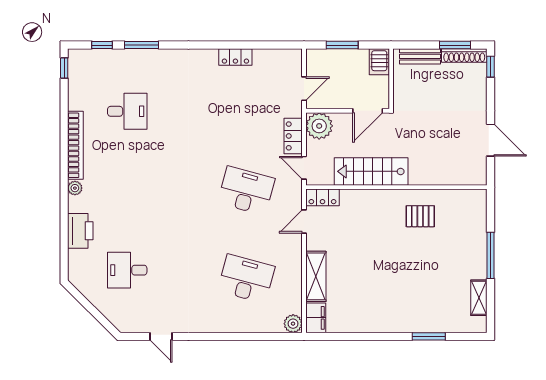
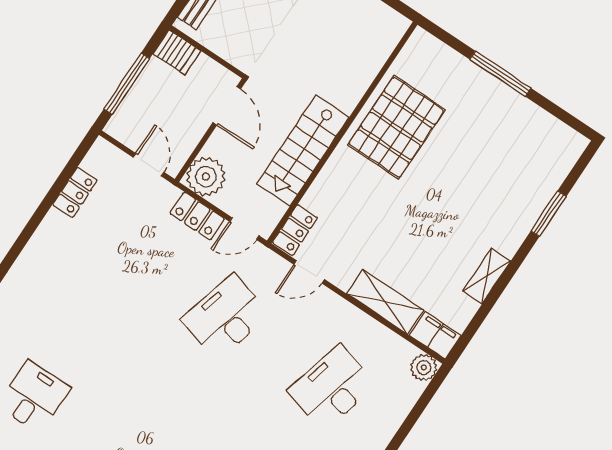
window: (342, 45) -> (127, 84), width x1.44
locker: (235, 57) -> (75, 192), moved
pallet: (420, 216) -> (396, 127), width x2.05, depth x2.00
door: (304, 221) -> (309, 272), hinge flipped
shelving: (479, 298) -> (487, 276), moved, turned 90

